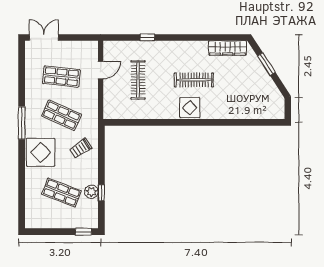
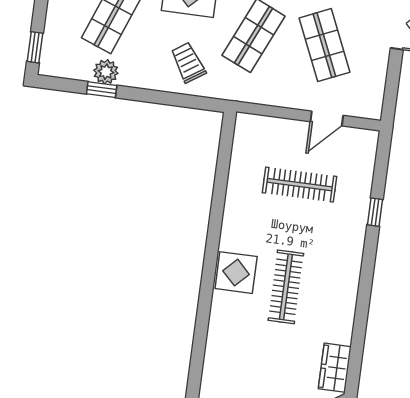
wardrobe: (228, 48) -> (335, 368), width x0.67
door: (101, 70) -> (327, 119), hinge flipped
shop shelf: (61, 77) -> (324, 45), turned -30

